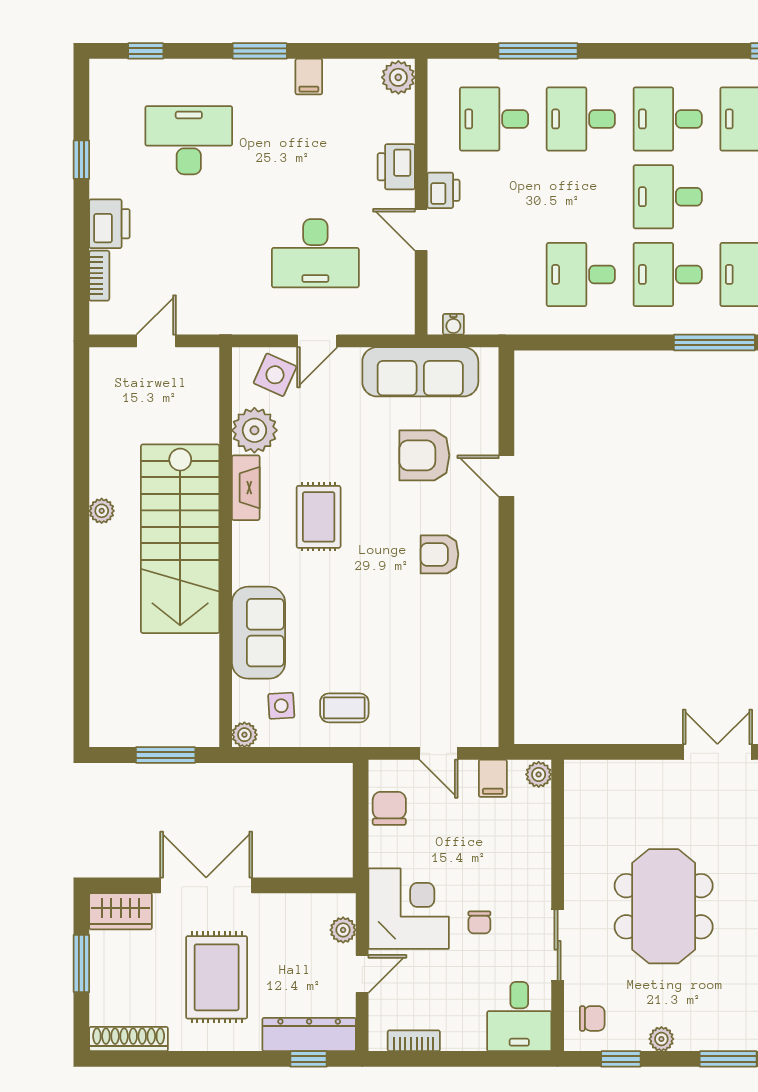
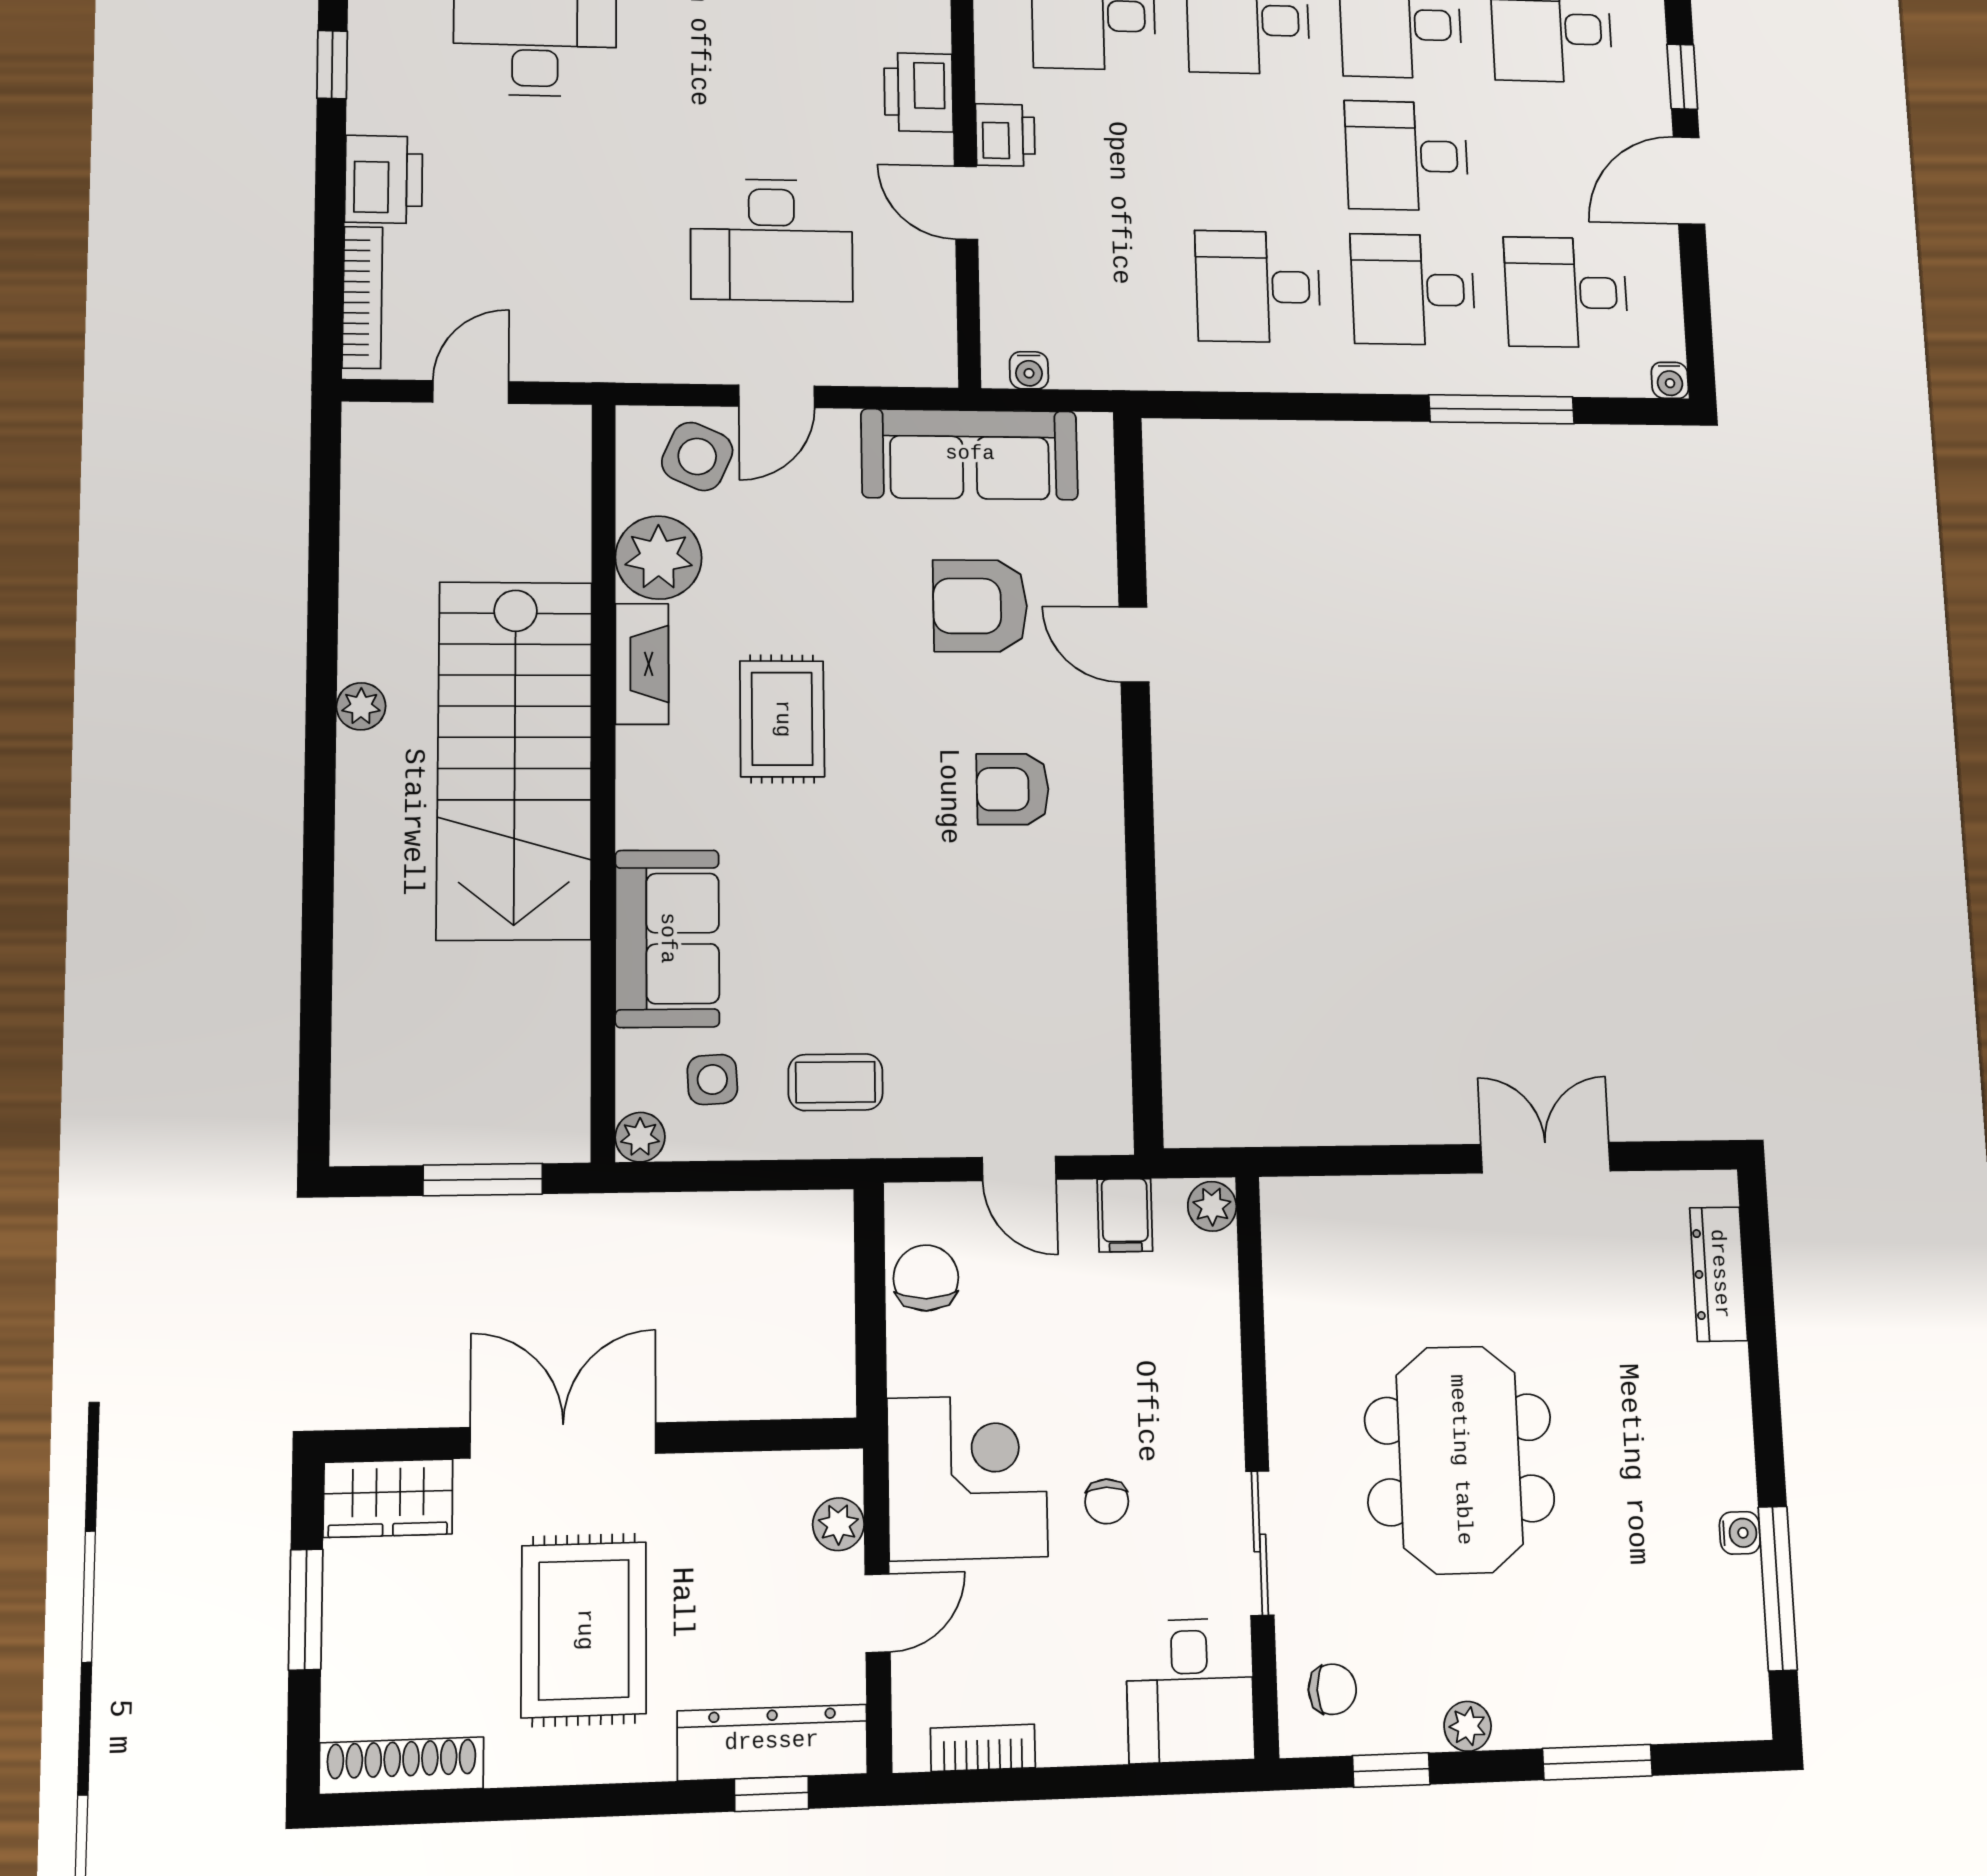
bookcase: (99, 276) -> (362, 297), width x1.56

